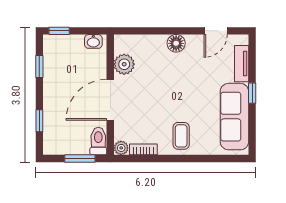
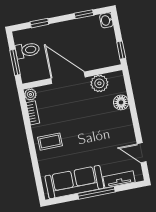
window: (59, 31) -> (121, 50), moved
washbasin: (93, 41) -> (106, 20), moved
floor lamp: (176, 43) -> (121, 102), moved
window: (252, 93) -> (96, 193), width x2.17
toilet: (98, 141) -> (27, 50), moved

